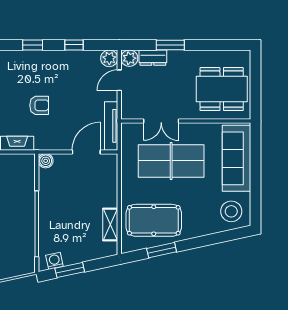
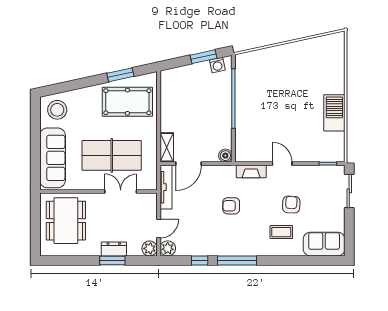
window: (33, 45) -> (237, 260), width x2.17
dresser: (153, 58) -> (114, 249), moved
dining table: (222, 89) -> (66, 221), turned 90
shelving: (110, 224) -> (167, 147), moved

